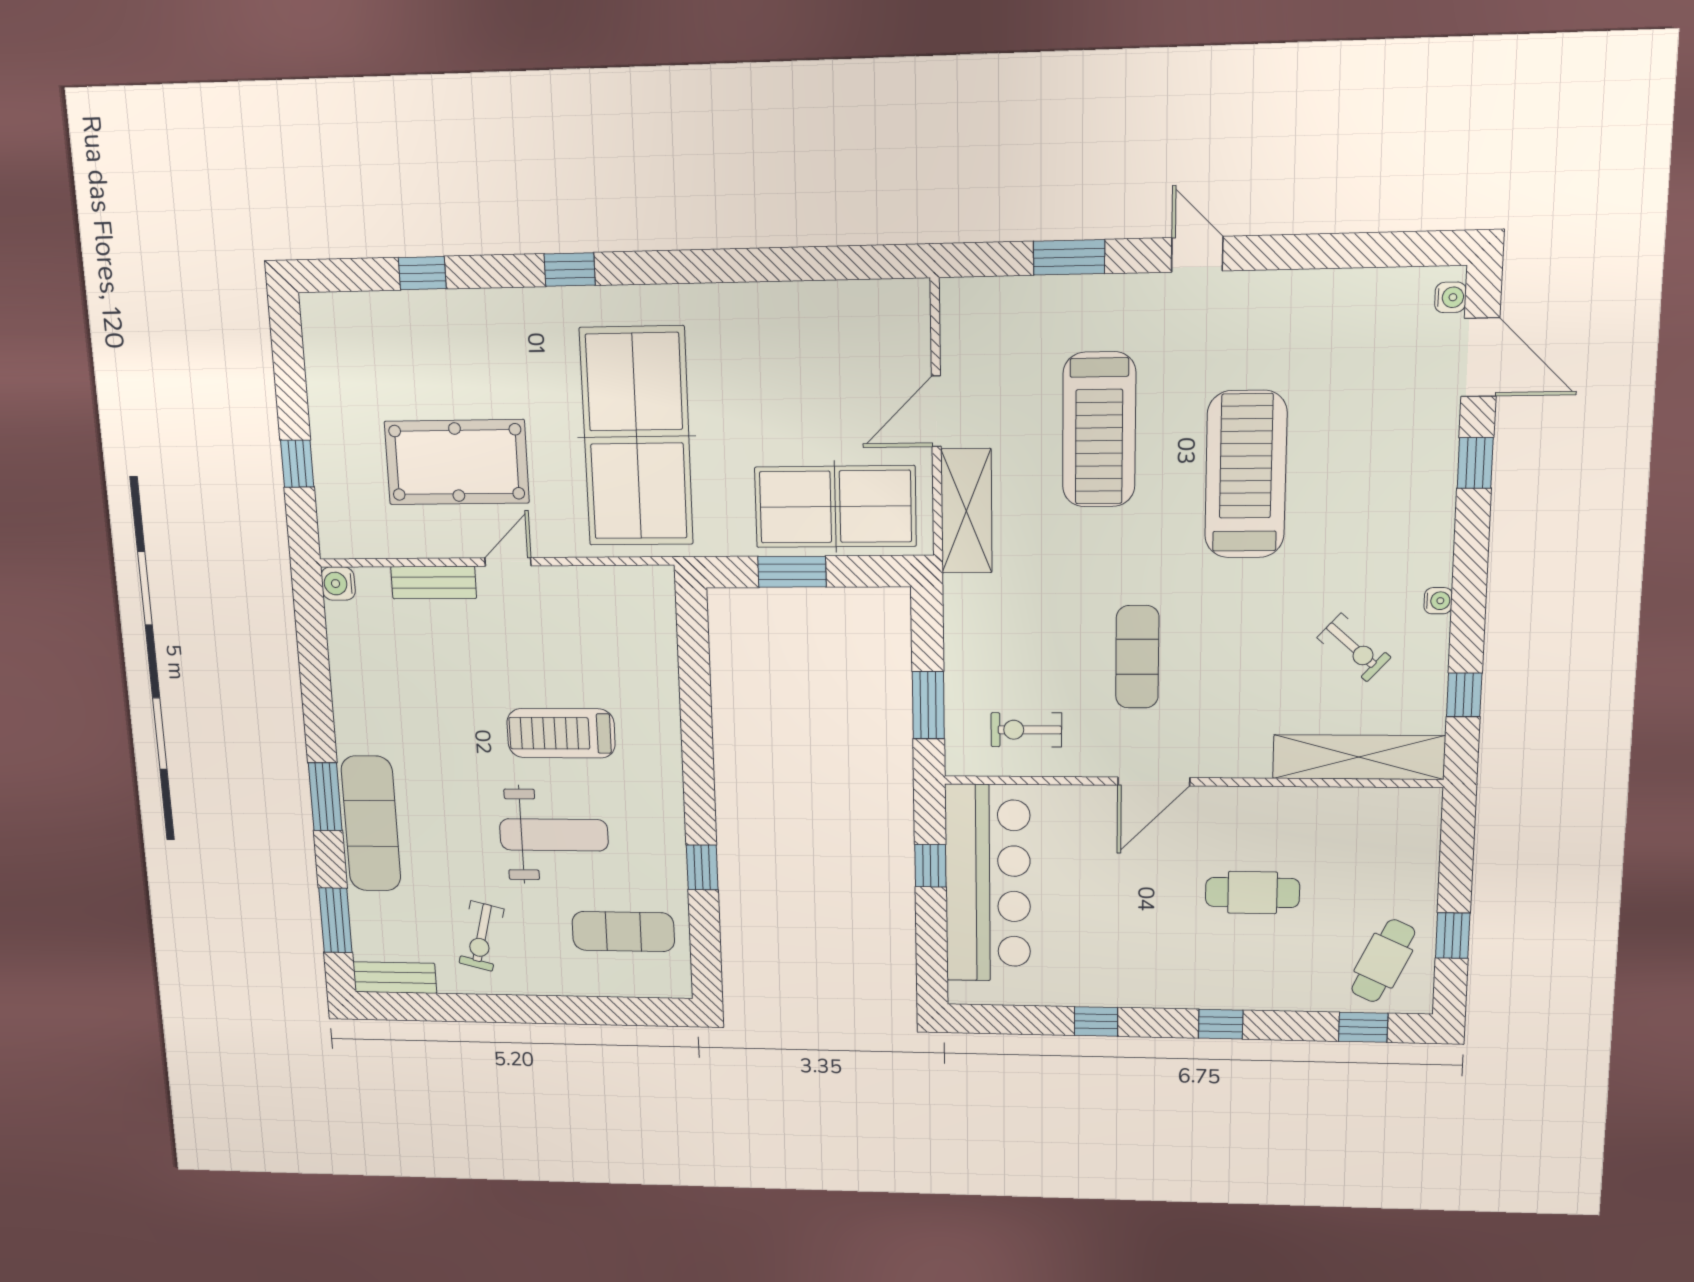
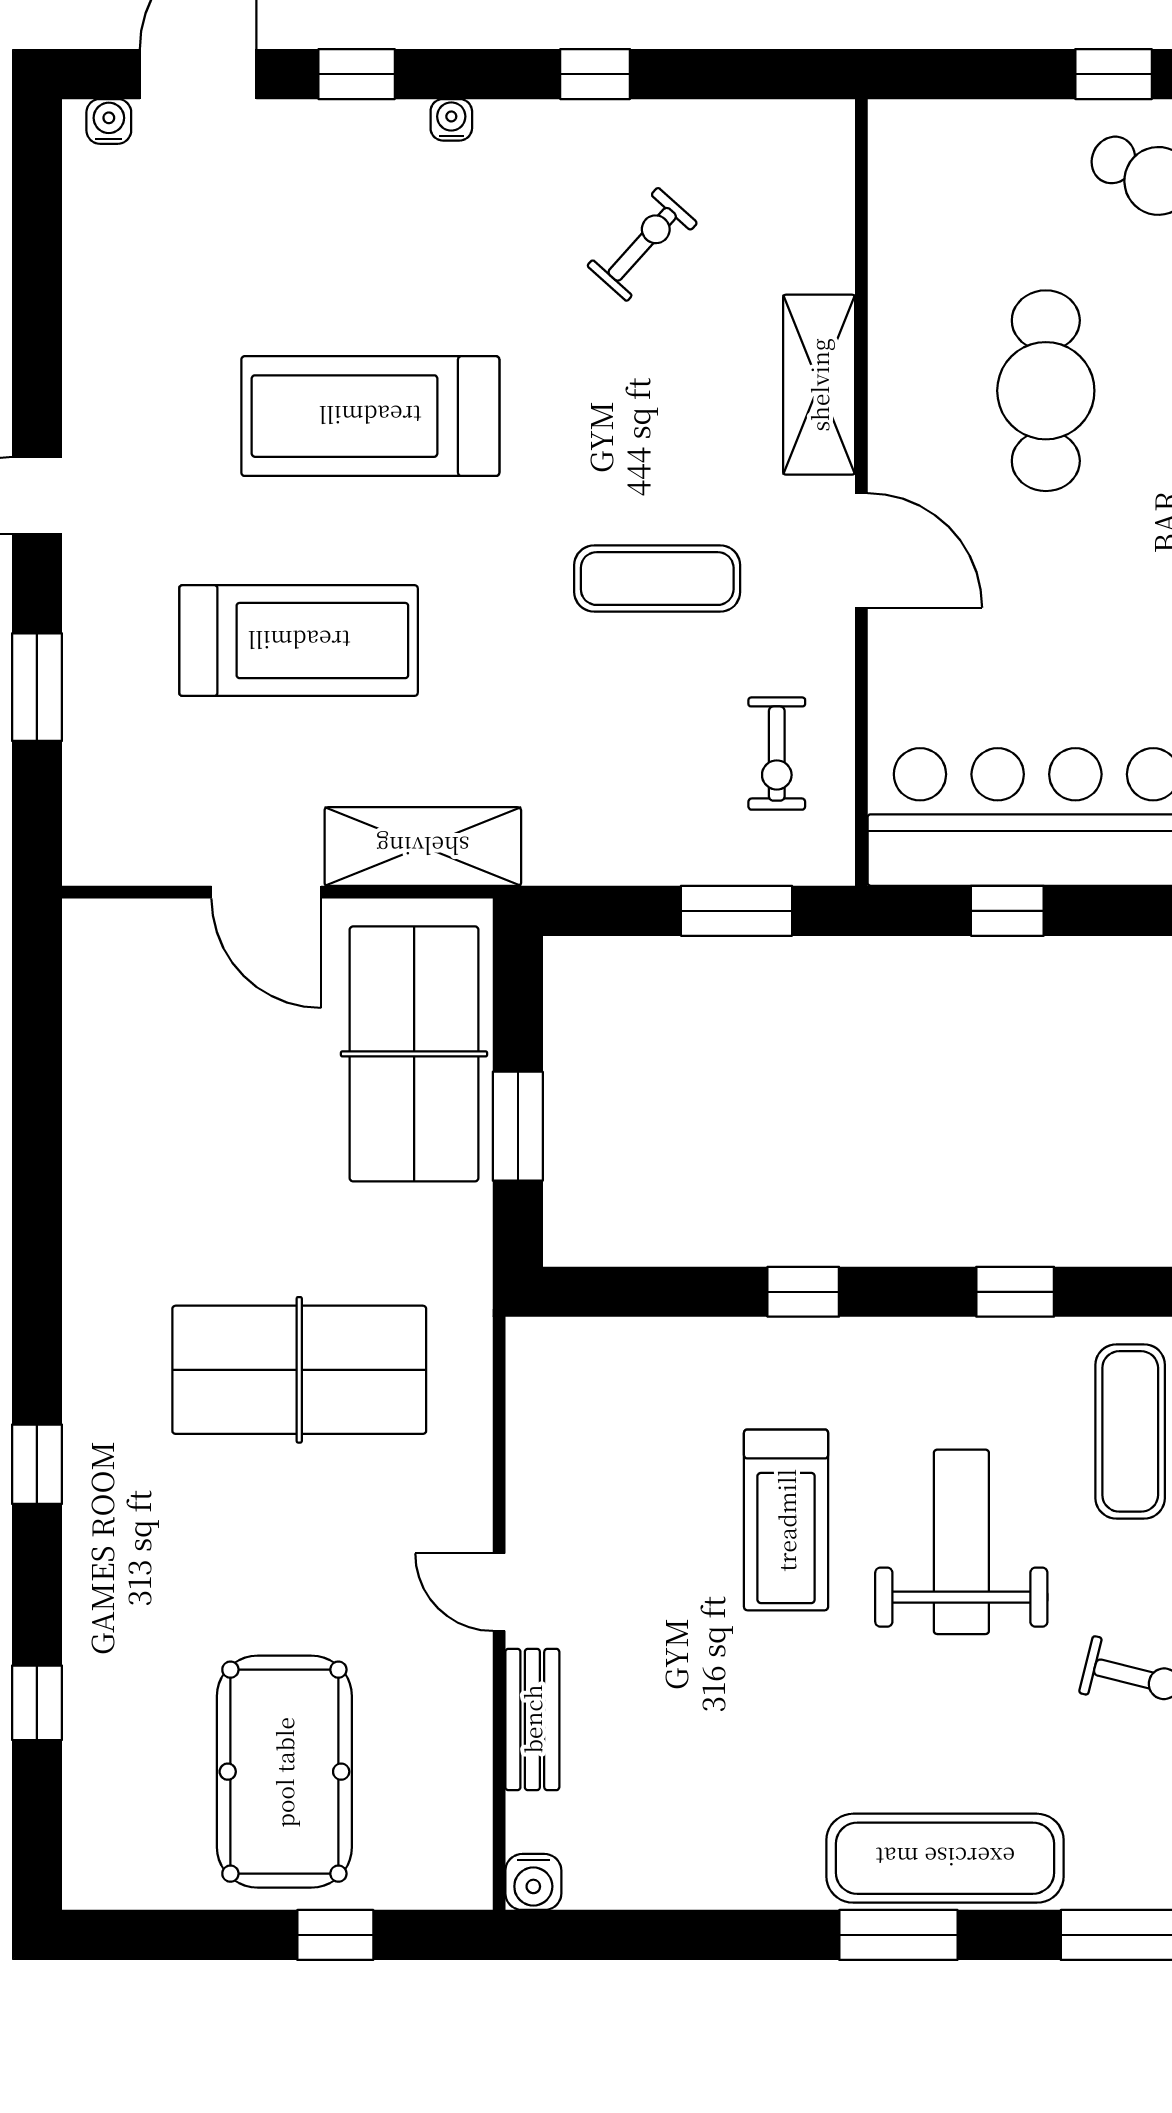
table tennis table: (636, 437) -> (299, 1370), width x0.73, depth x0.76
pool table: (457, 462) -> (284, 1772), moved
water cooler: (1438, 601) -> (451, 120), moved
window: (1464, 695) -> (595, 74), moved
window: (697, 744) -> (803, 1292), added
shelving: (1359, 757) -> (819, 385), moved, width x0.68
cafe table: (1252, 893) -> (1046, 391), width x1.37, depth x1.35

